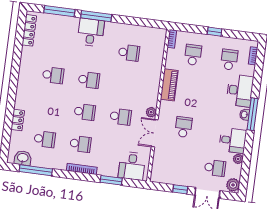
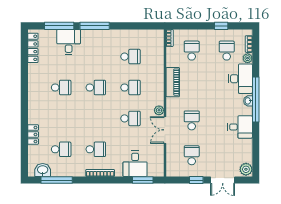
desk: (91, 32) -> (69, 42), moved
window: (215, 32) -> (221, 26), moved
school desk: (85, 112) -> (130, 87), moved
window: (253, 114) -> (256, 100), width x1.46
plant: (238, 159) -> (248, 58), moved
desk: (132, 166) -> (135, 164), moved
school desk: (215, 168) -> (192, 155), moved, turned -90
window: (111, 180) -> (143, 180), moved

